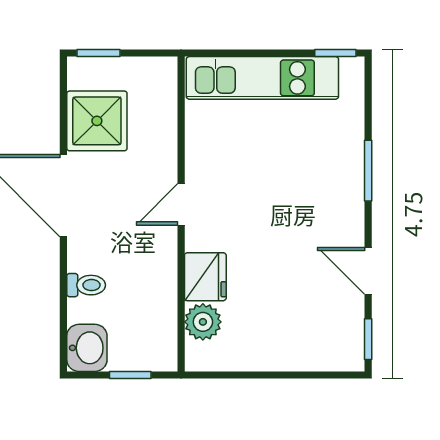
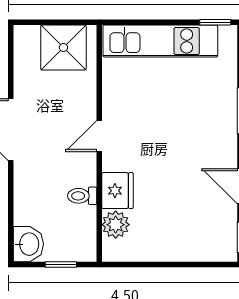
window: (99, 53) -> (37, 22), removed
shower: (97, 121) -> (63, 47), moved
toilet: (86, 285) -> (82, 196), moved, turned 180

